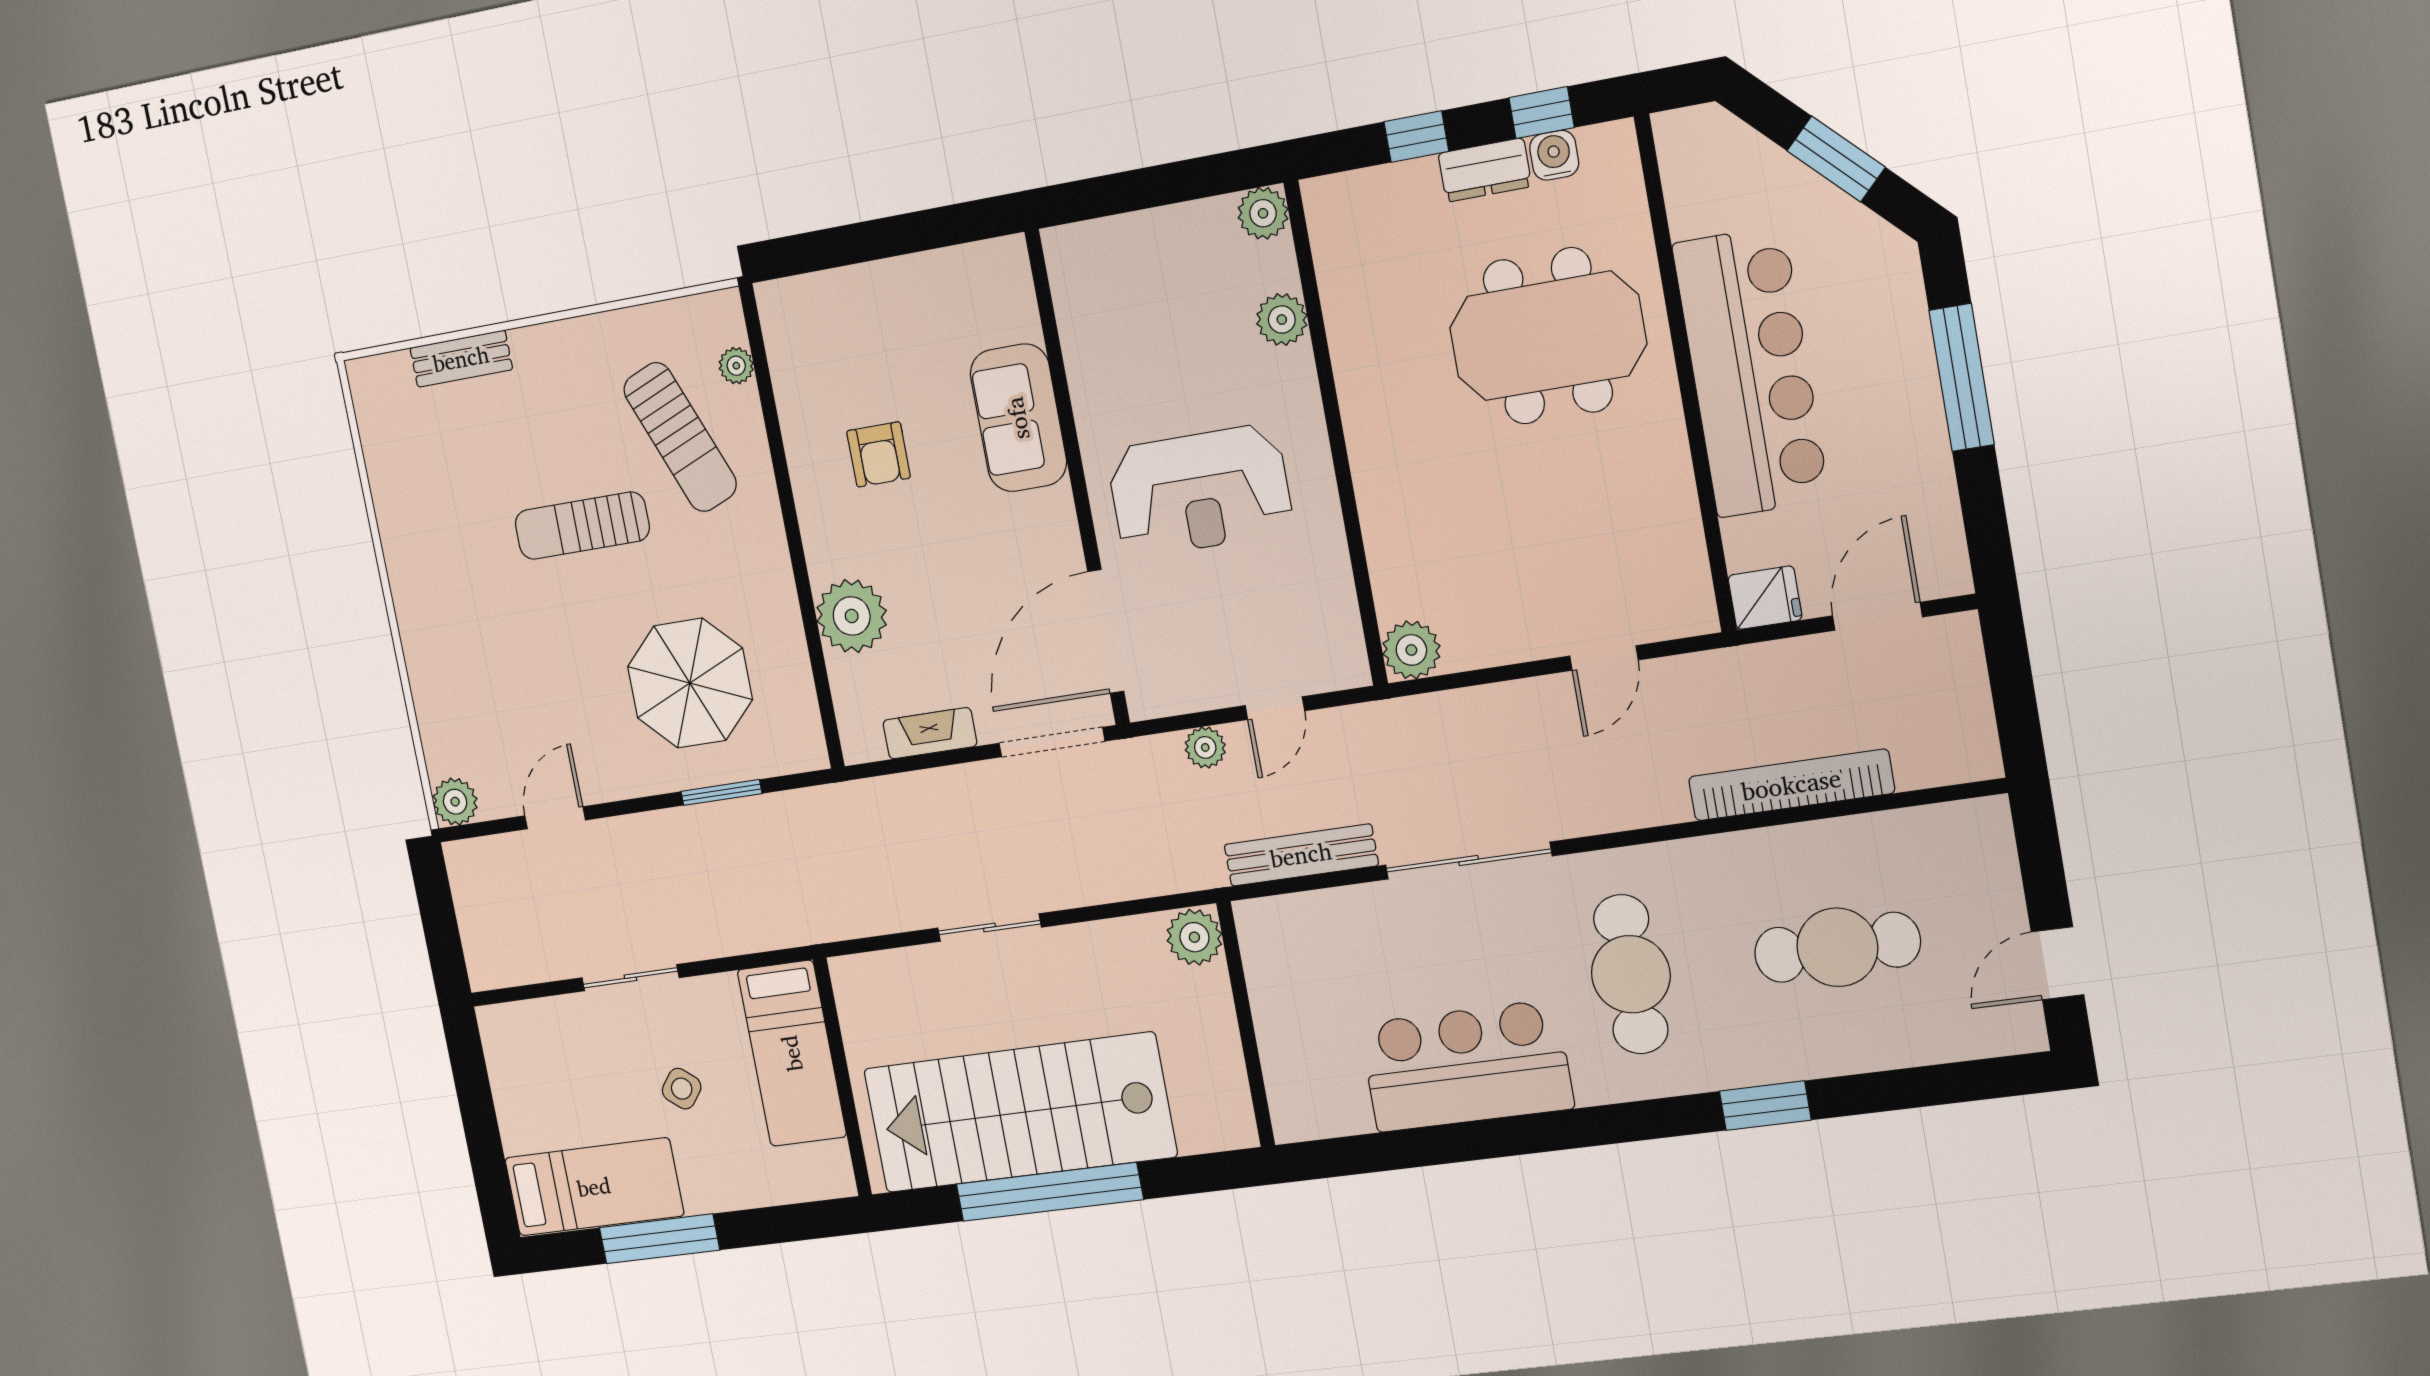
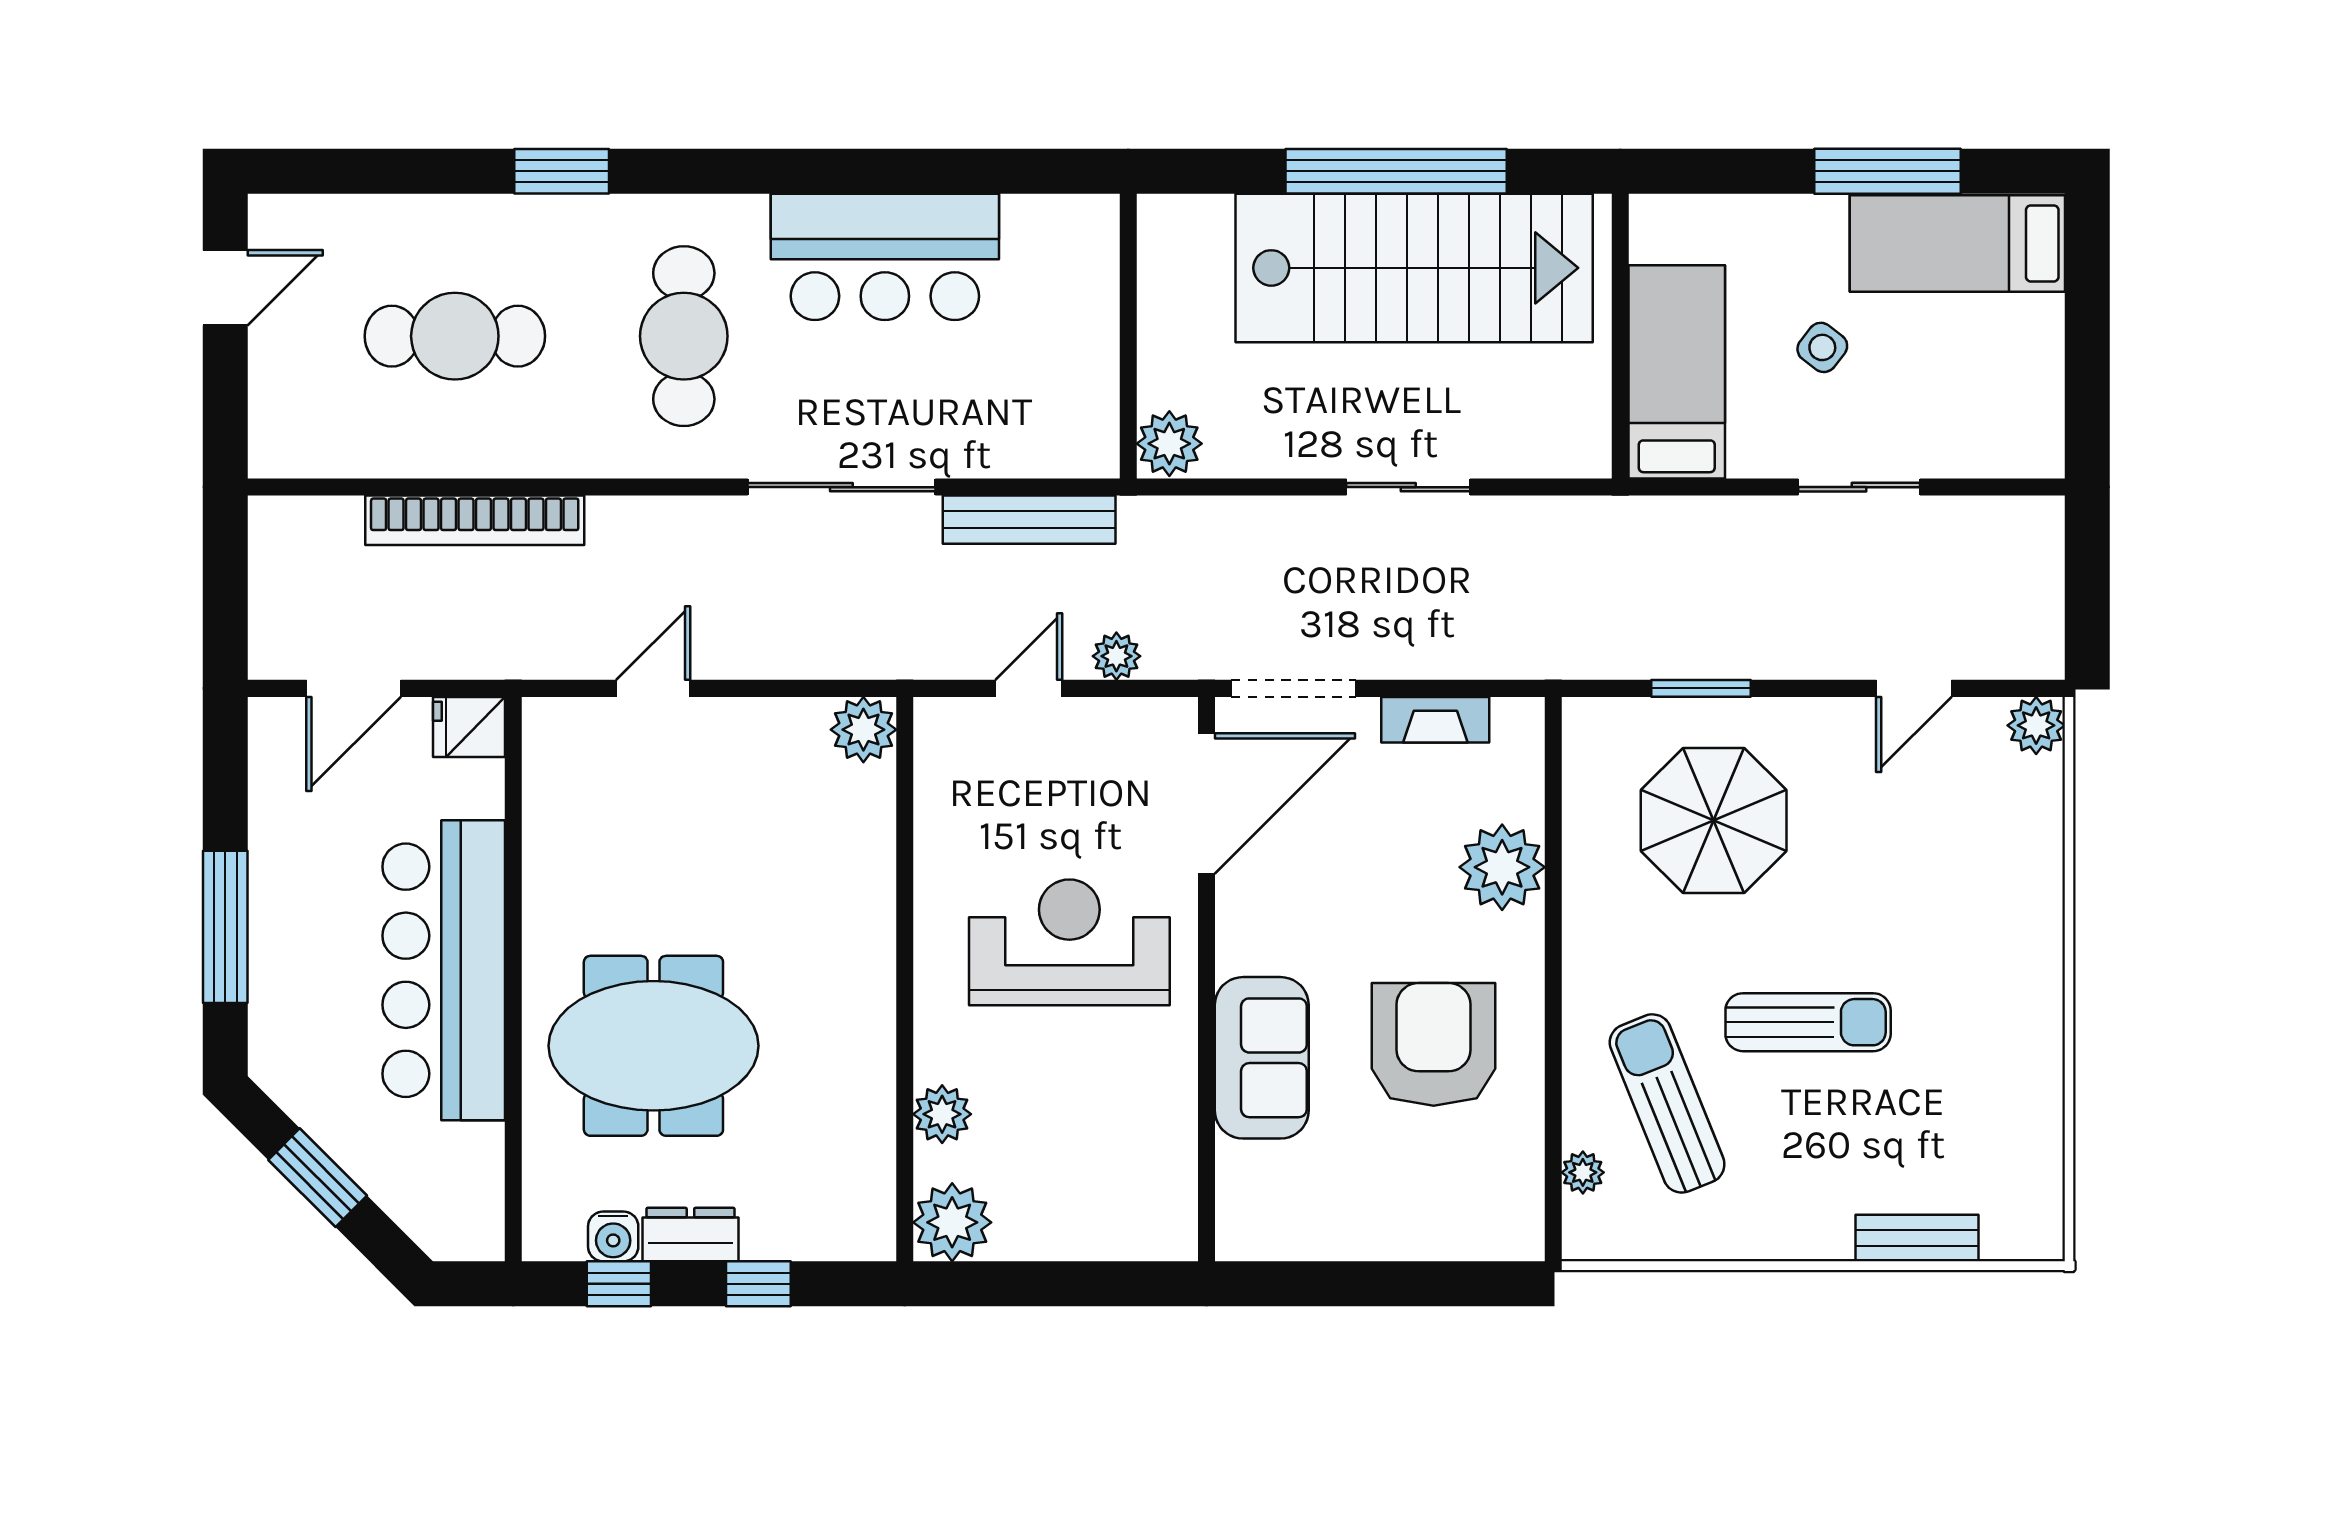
plant: (1263, 213) -> (952, 1222), width x1.36, depth x1.36
armchair: (879, 454) -> (1434, 1044), width x1.88, depth x1.88

